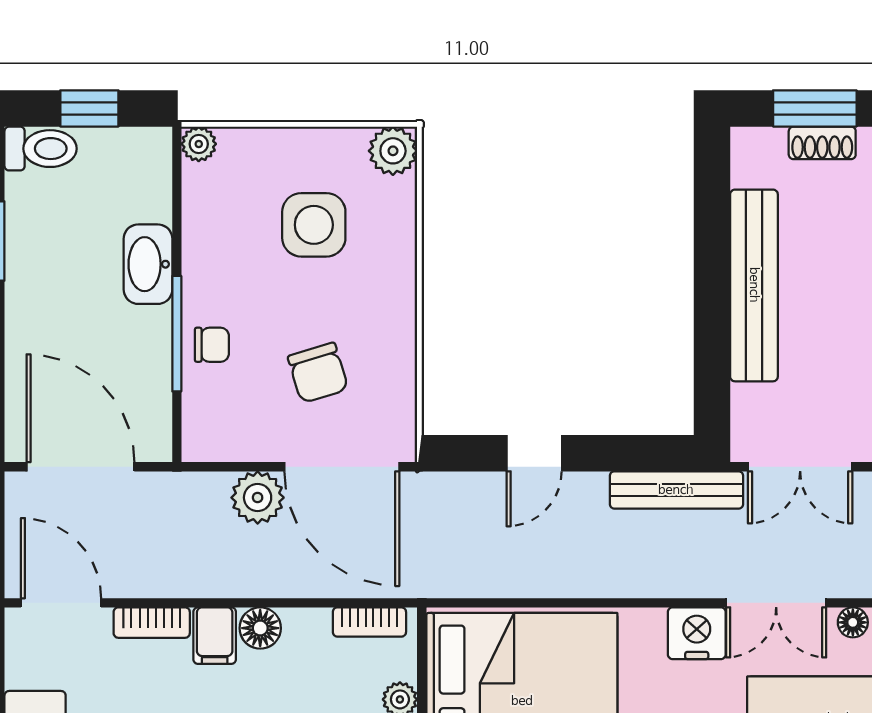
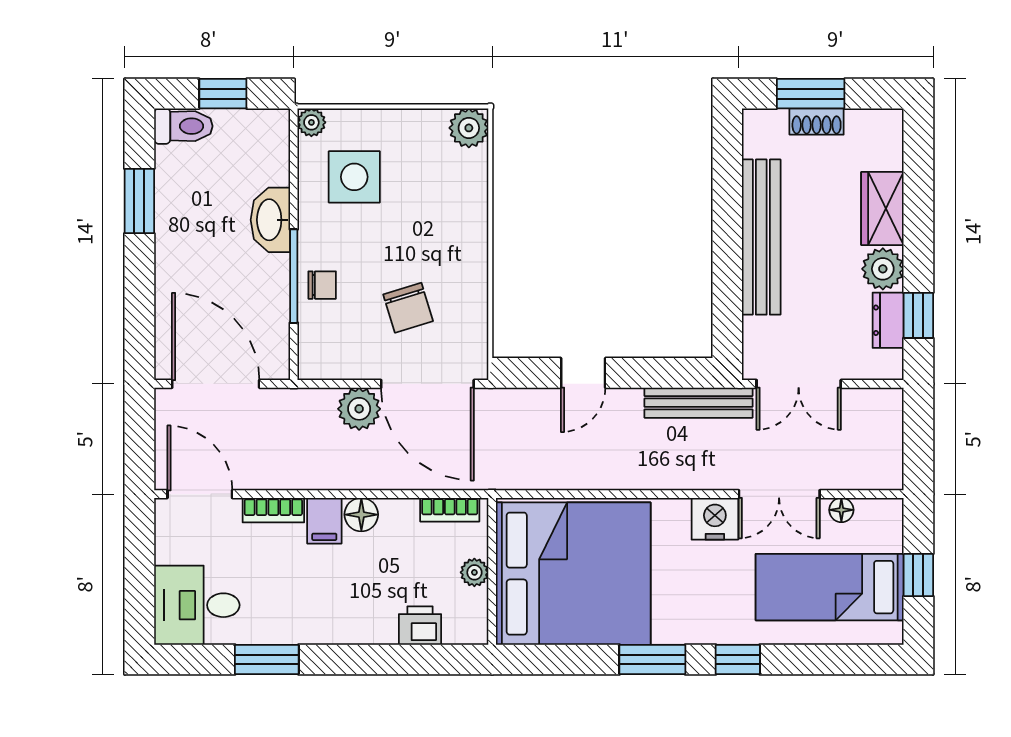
side table: (314, 225) -> (354, 177), moved

